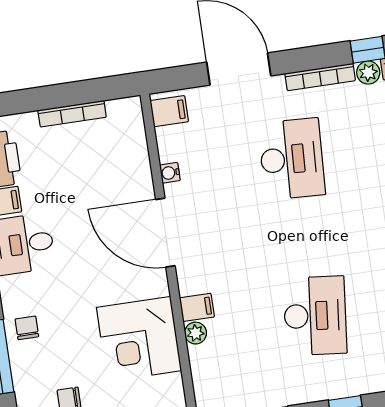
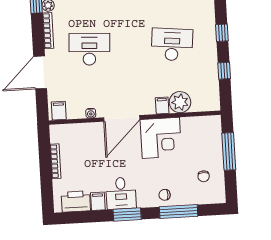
plant: (196, 333) -> (180, 102), width x1.87, depth x1.87
corner desk: (139, 339) -> (161, 138), moved

